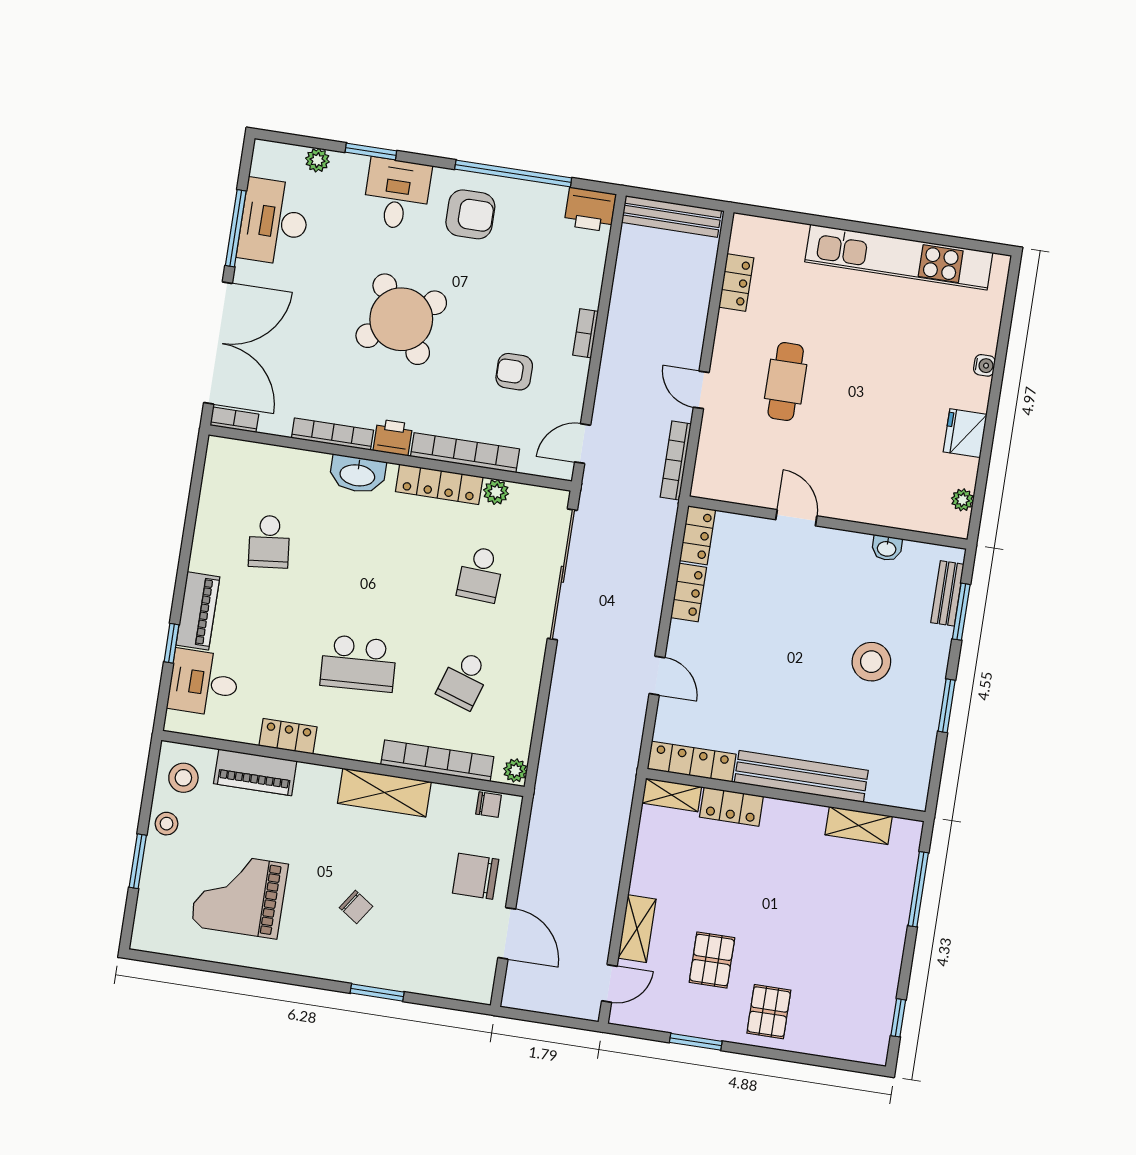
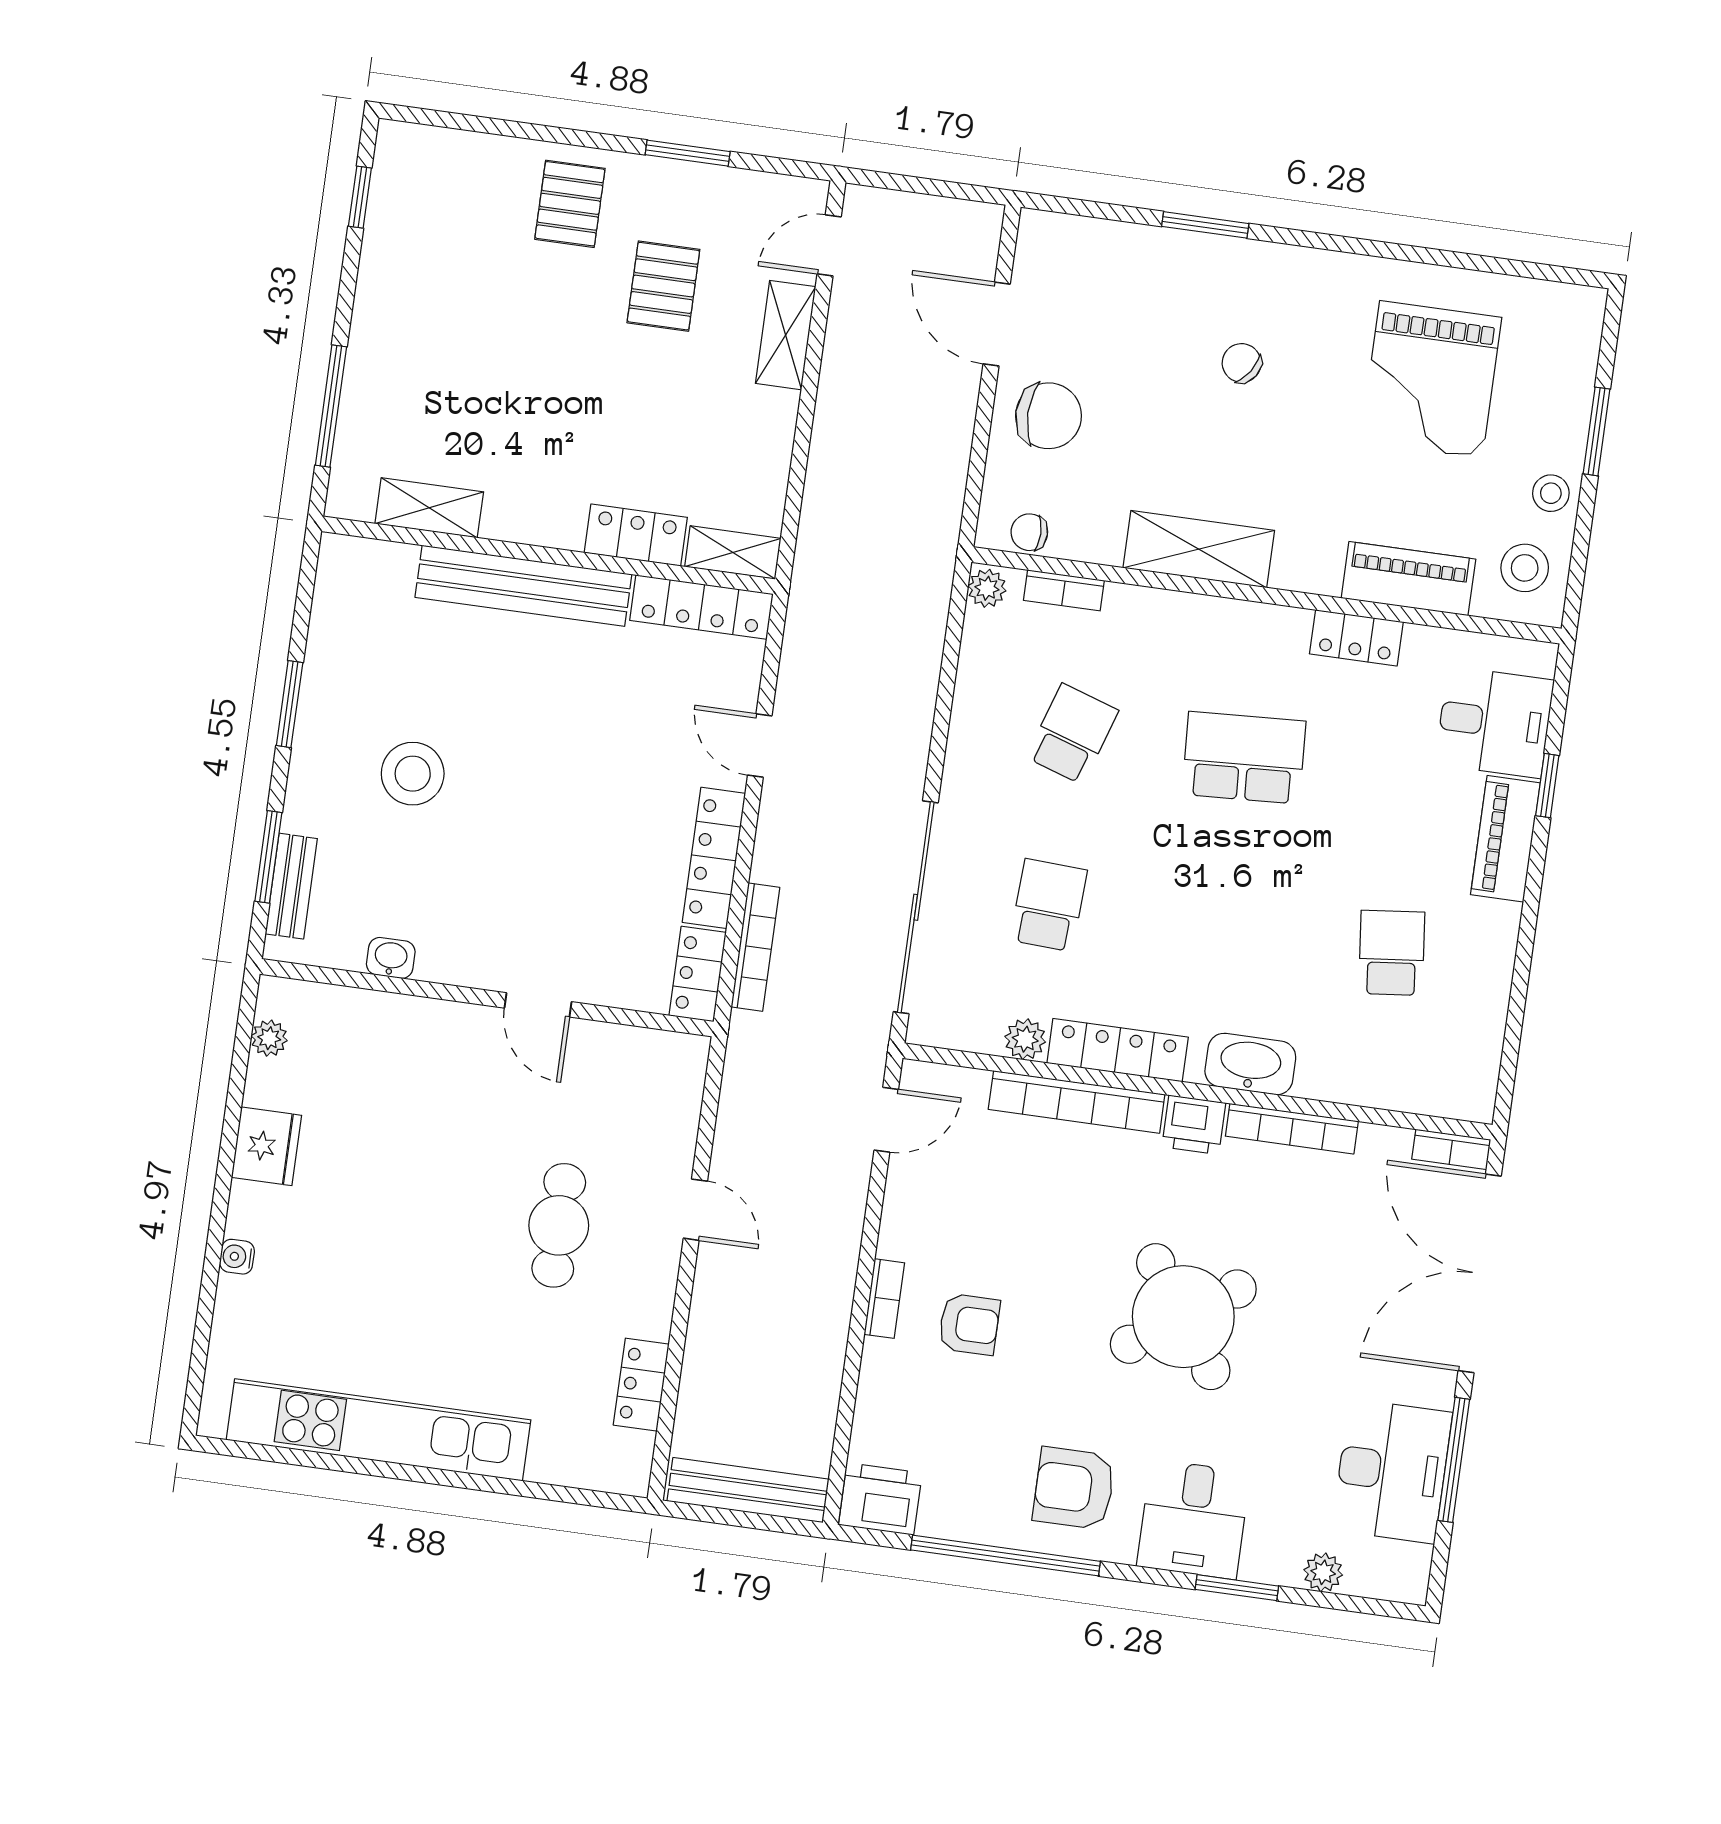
armchair: (514, 372) -> (969, 1324), moved
bookcase: (676, 461) -> (755, 947), moved
locker: (689, 592) -> (714, 858), width x1.53
bookcase: (437, 761) -> (1064, 590), width x0.43, depth x0.76
grand piano: (239, 895) -> (1431, 379), turned 90

